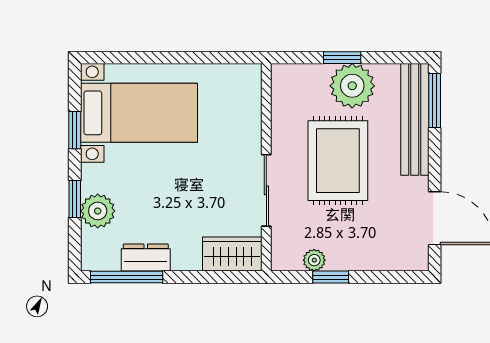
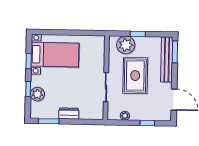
plant: (352, 86) -> (126, 45), moved
wardrobe: (232, 254) -> (92, 113), removed
dresser: (146, 258) -> (69, 114), moved
window: (127, 277) -> (49, 121), width x0.69
window: (331, 277) -> (147, 123), moved

